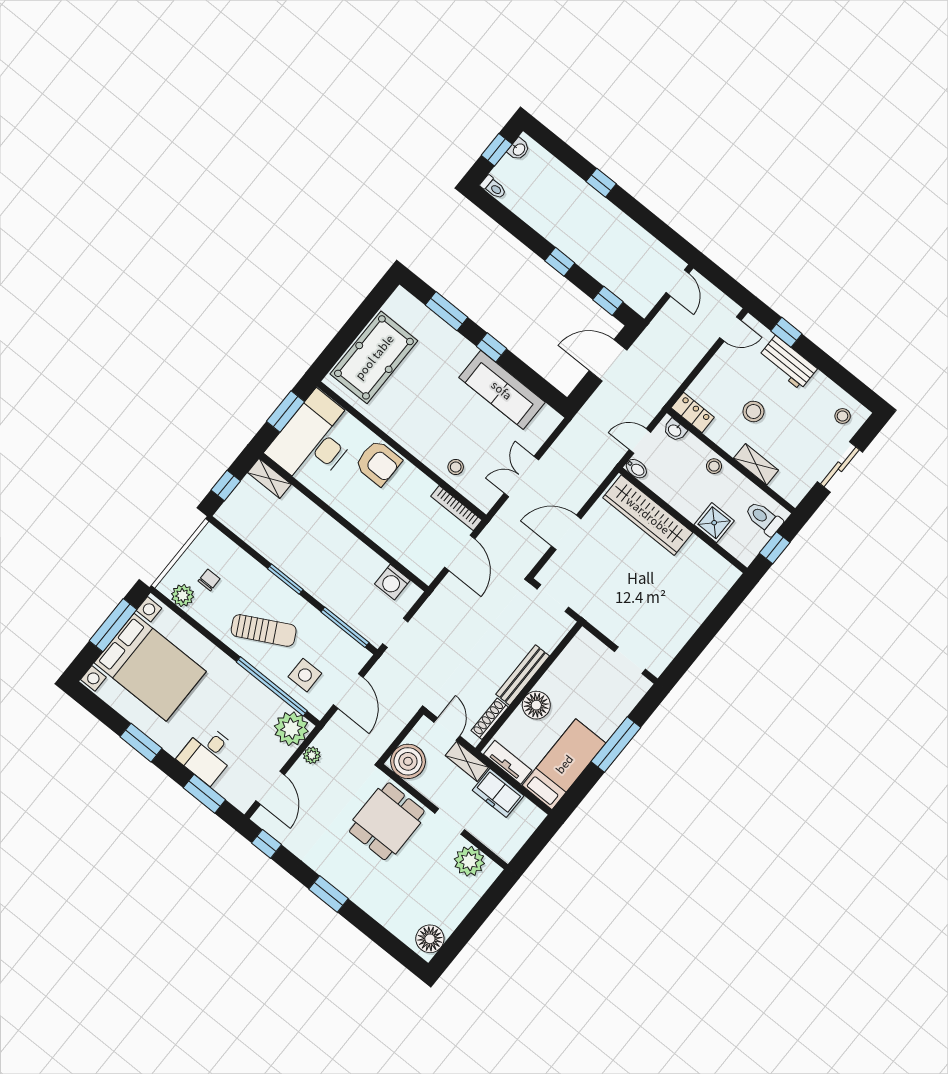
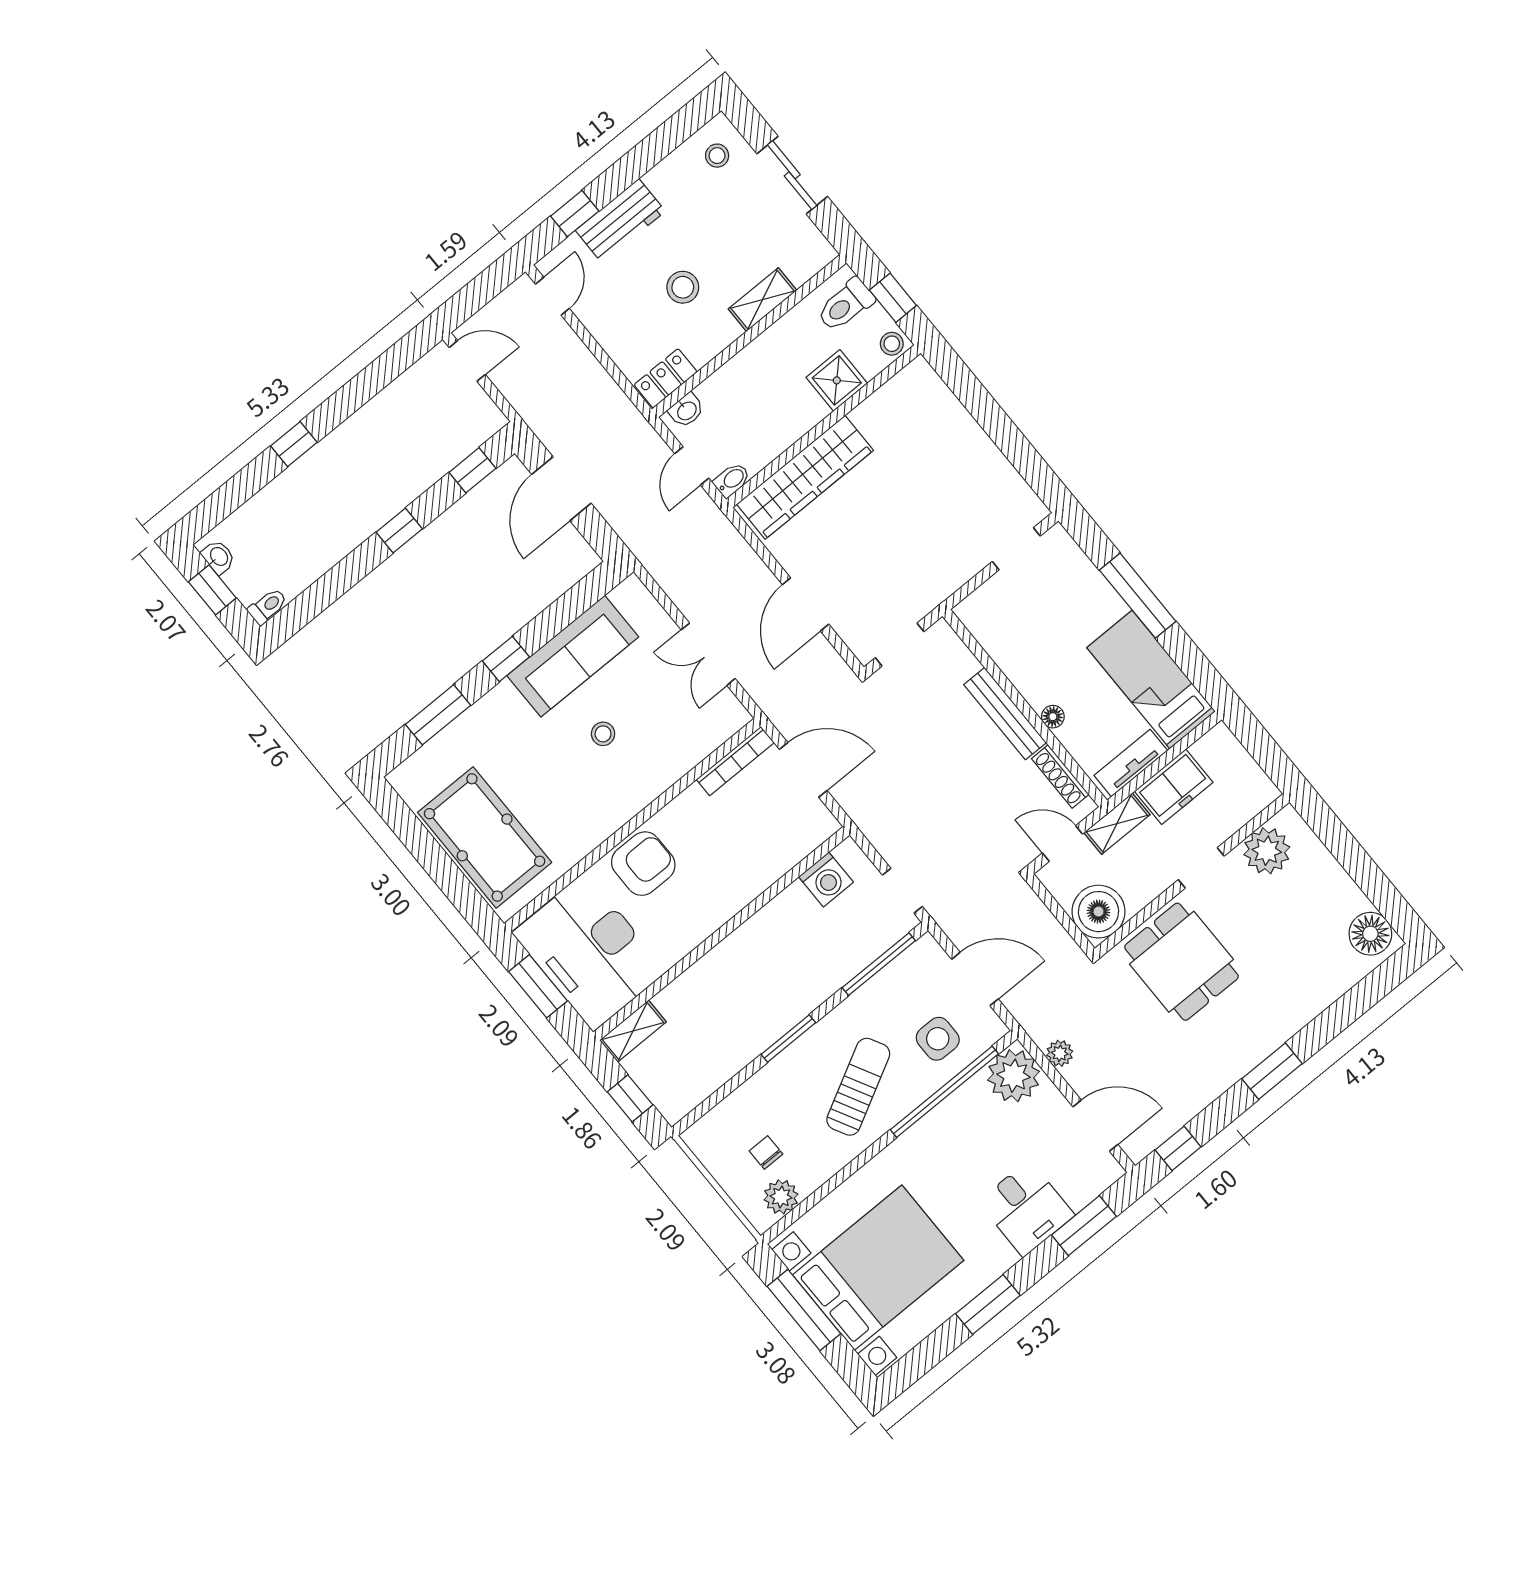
stool: (714, 466) -> (892, 344), moved
stool: (456, 467) -> (603, 734), moved
floor lamp: (536, 705) -> (1053, 717), width x0.53, depth x0.53

